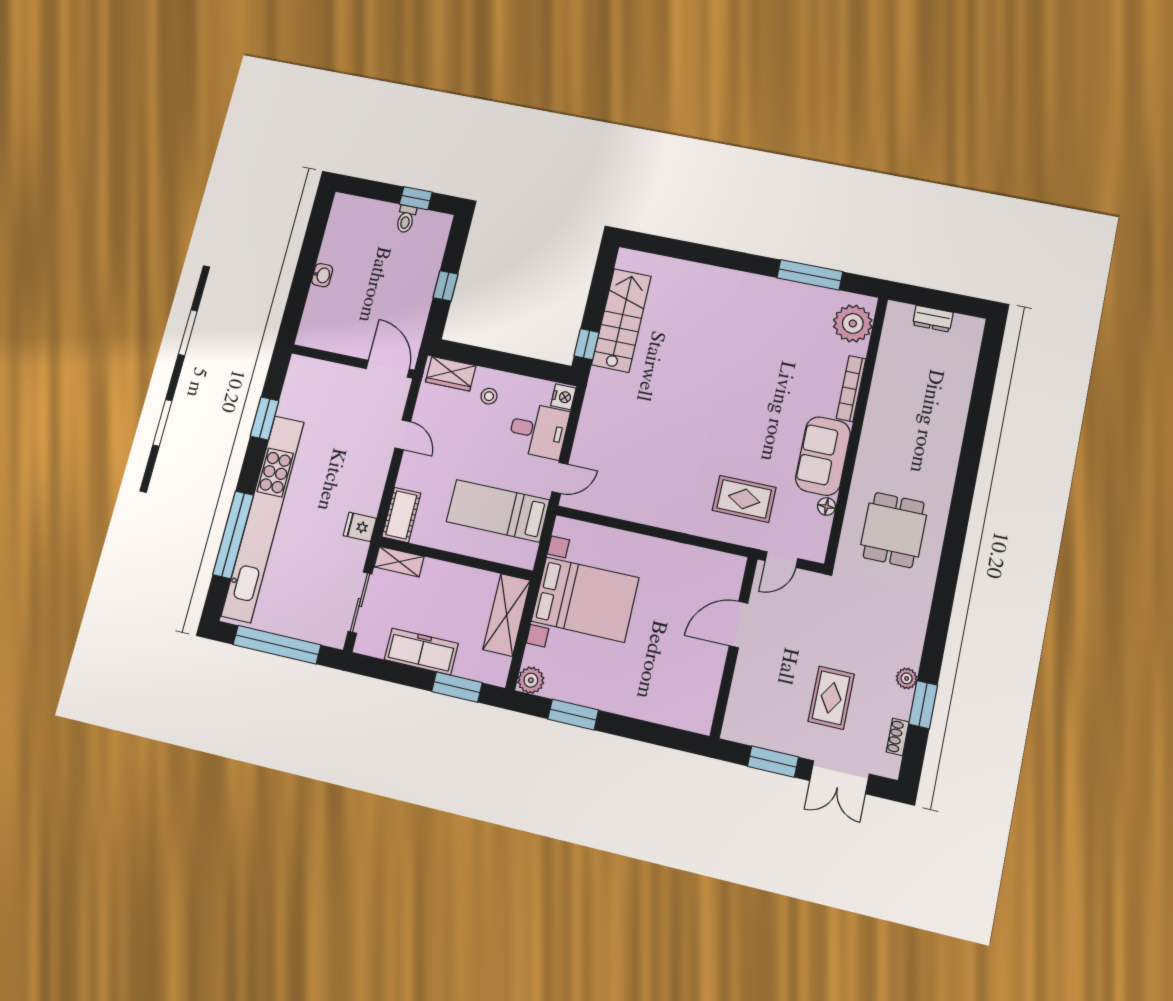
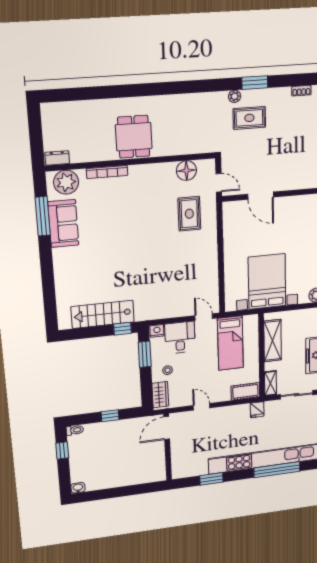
toilet: (406, 219) -> (75, 430), moved
washbasin: (322, 275) -> (78, 488), moved
dresser: (933, 319) -> (57, 158), moved, turned -90
window: (530, 367) -> (145, 354), added
door: (403, 435) -> (202, 407), hinge flipped
sofa: (823, 456) -> (63, 223), moved, turned -90
floor lamp: (827, 506) -> (186, 171), width x1.89, depth x1.89
dining table: (894, 530) -> (134, 137), moved, turned 90
shelving: (507, 615) -> (273, 341), moved, turned 90
plant: (907, 678) -> (235, 96), moved
rug: (831, 698) -> (249, 118), moved
window: (923, 705) -> (255, 83), moved

